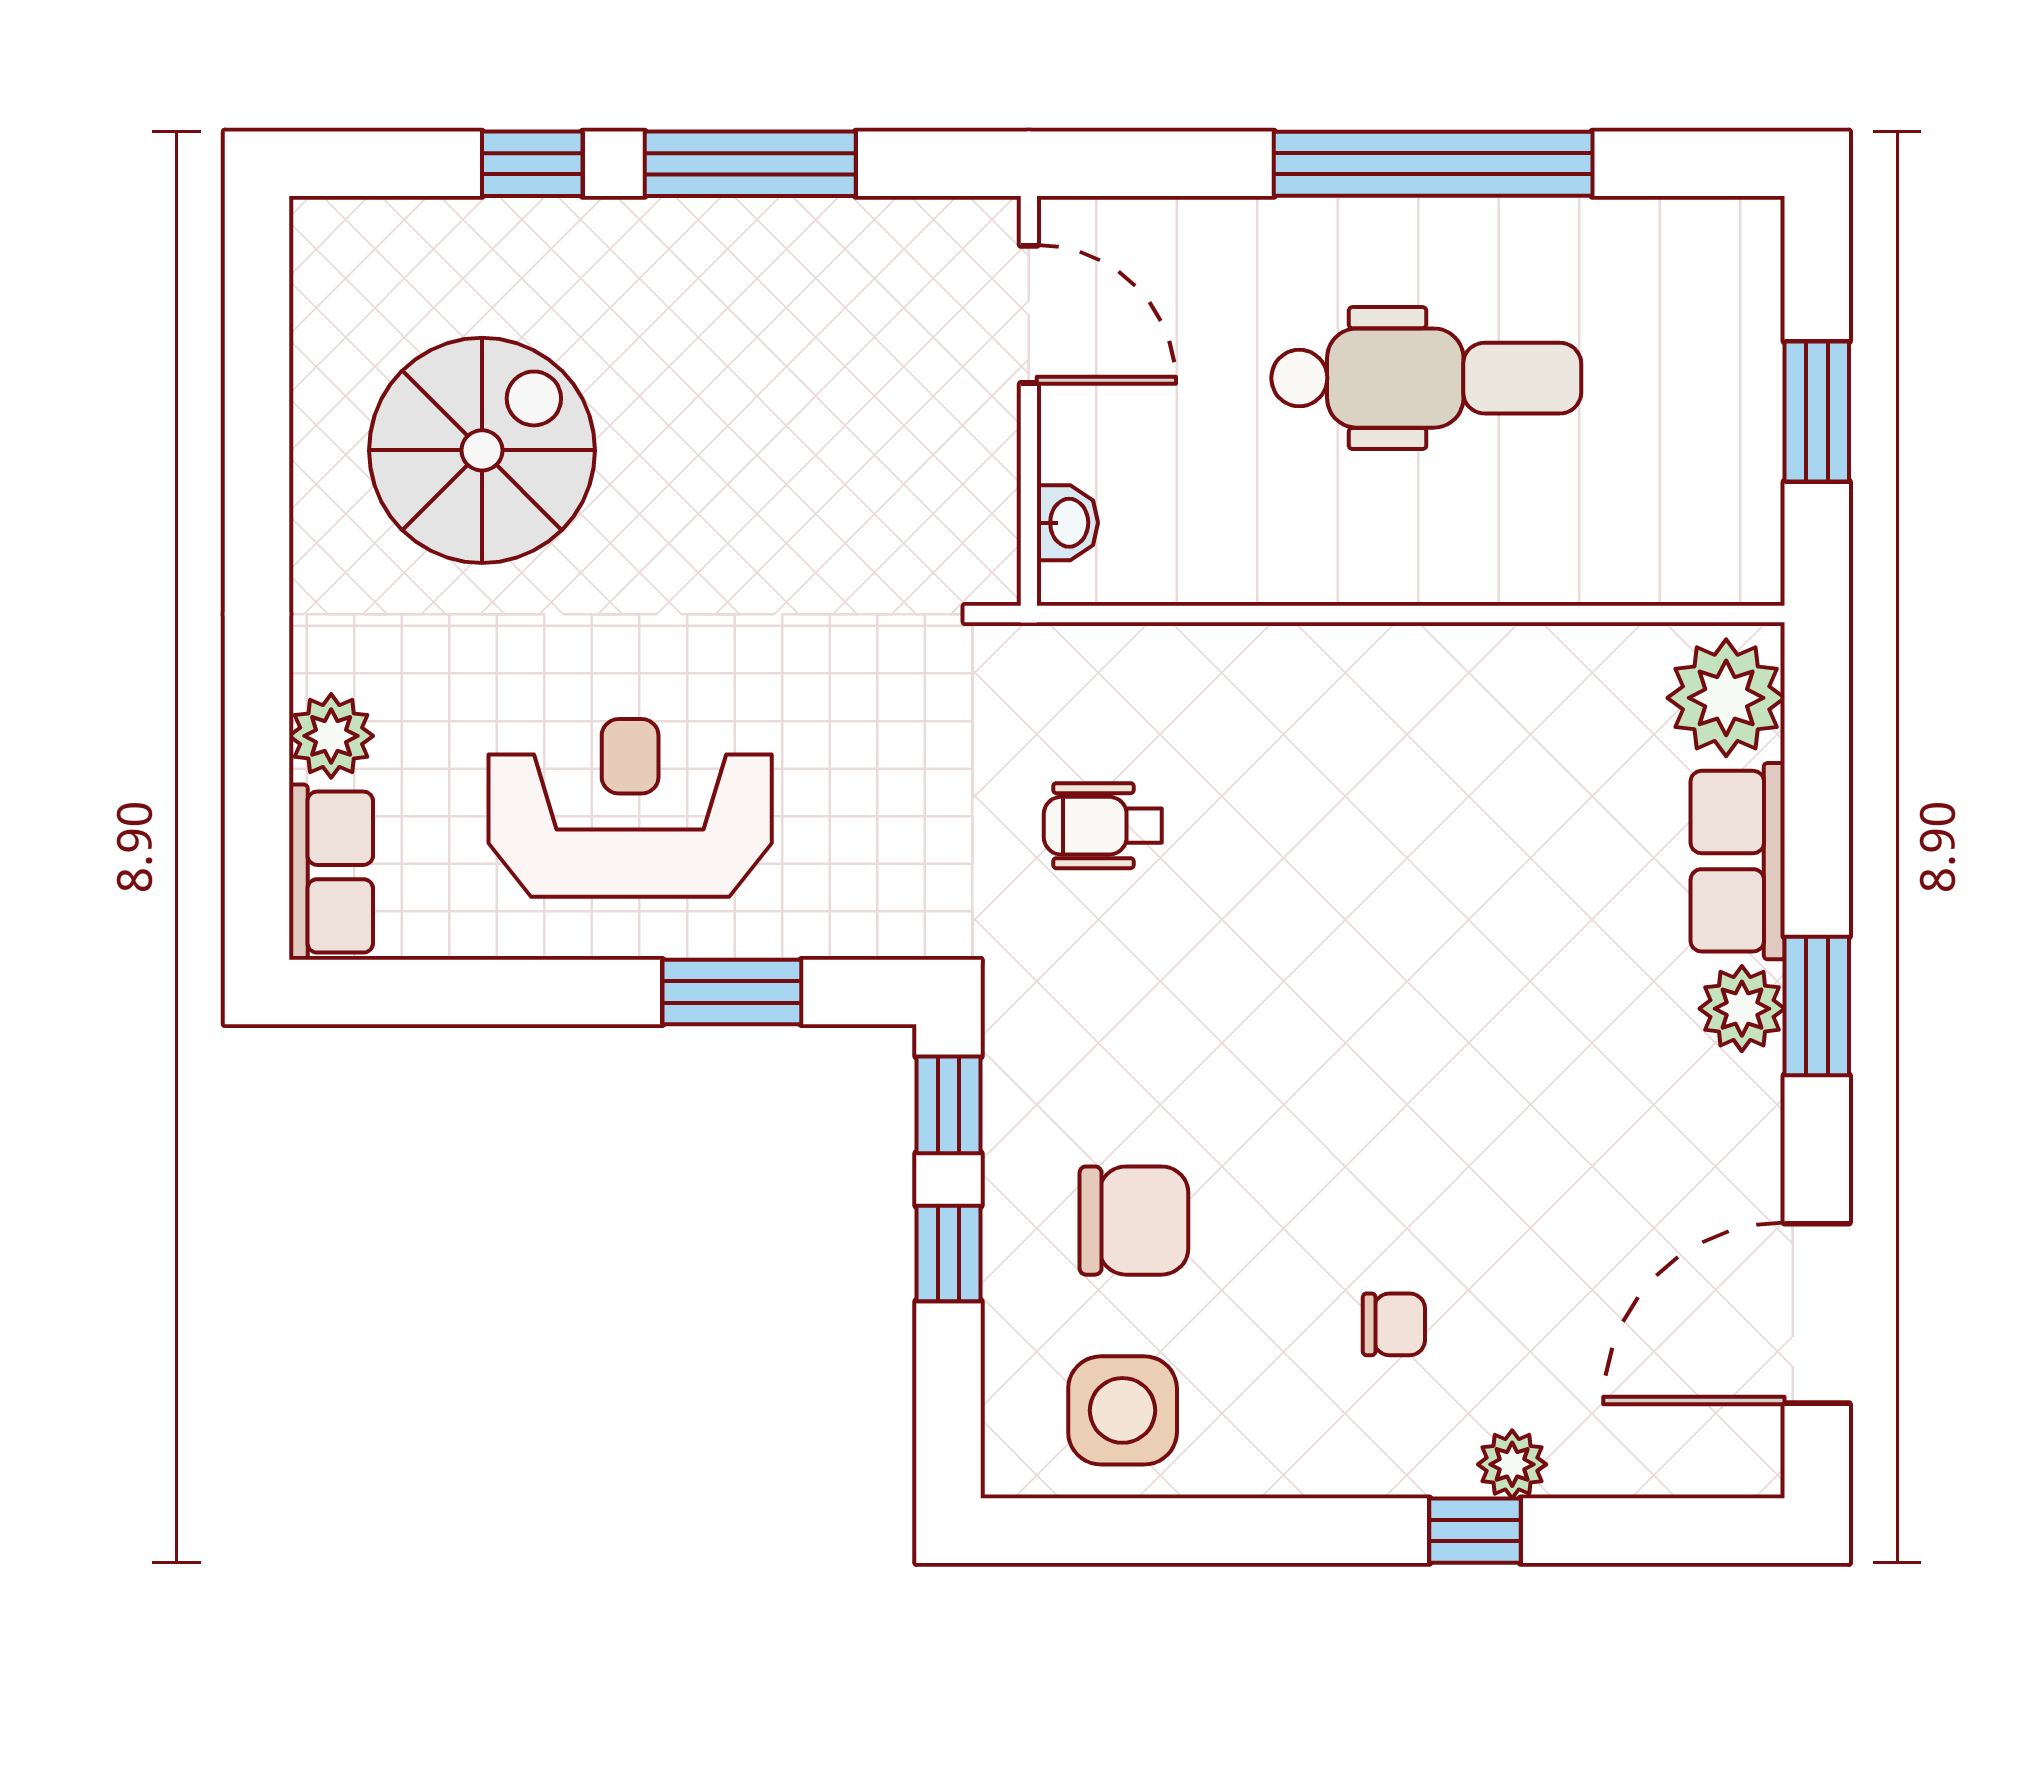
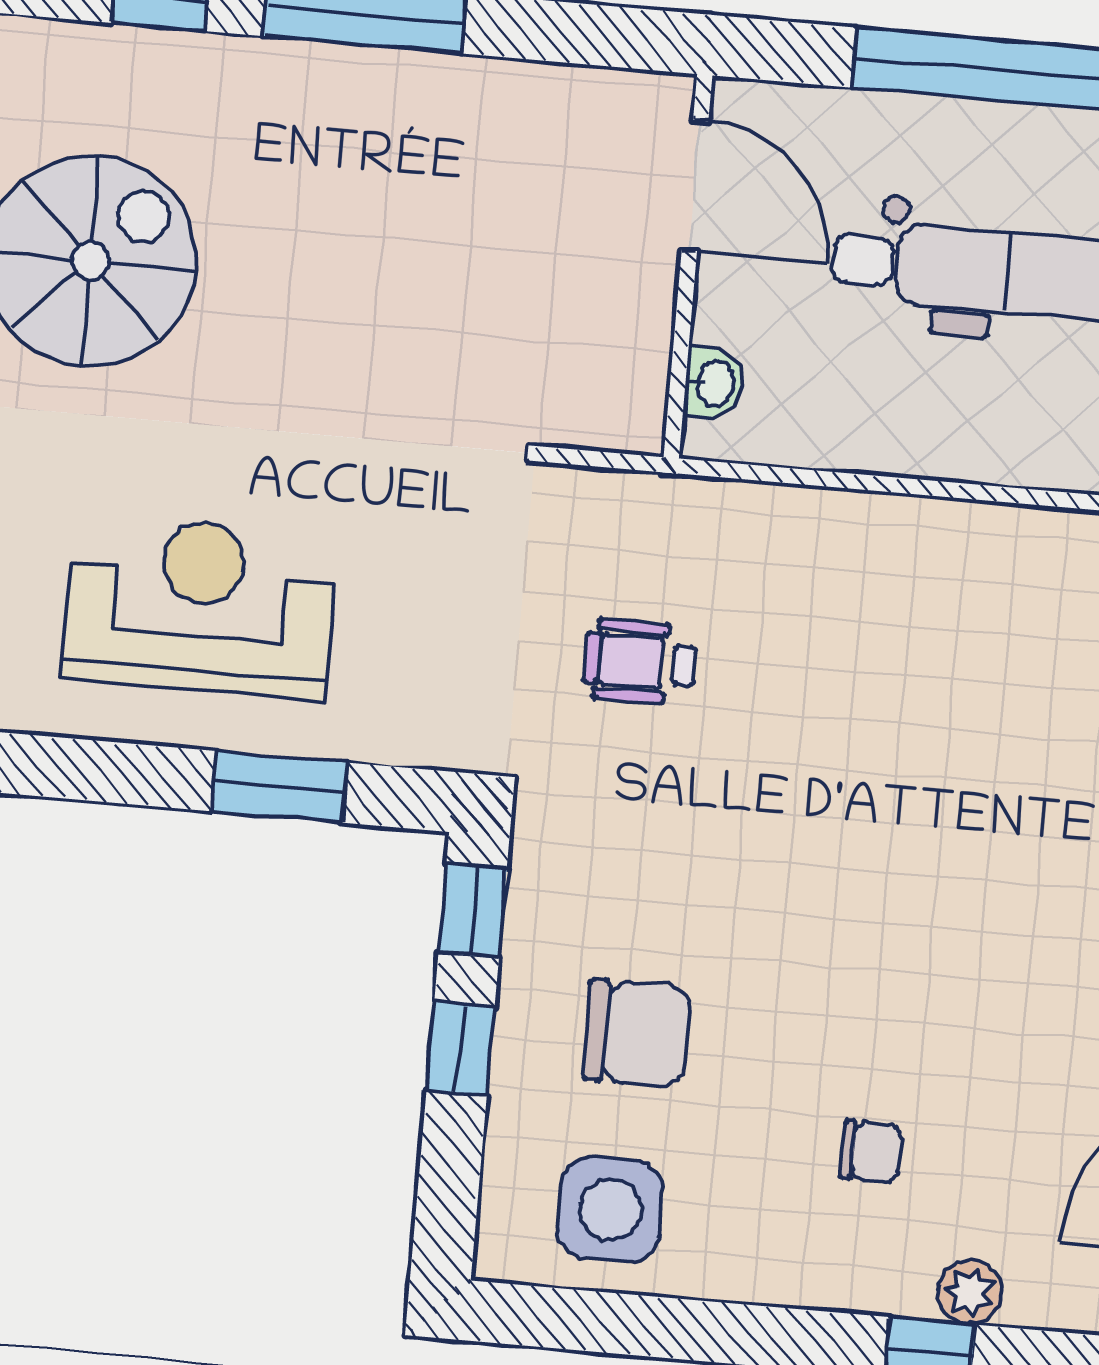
door: (1029, 314) -> (695, 186), moved
wall: (1029, 401) -> (688, 266), moved
washbasin: (1067, 523) -> (714, 383), moved

